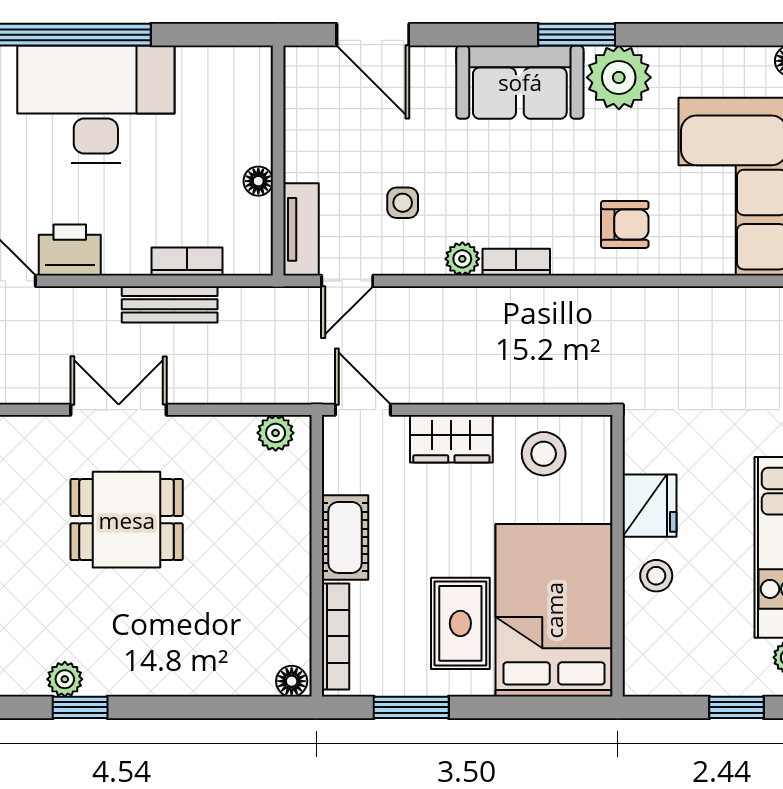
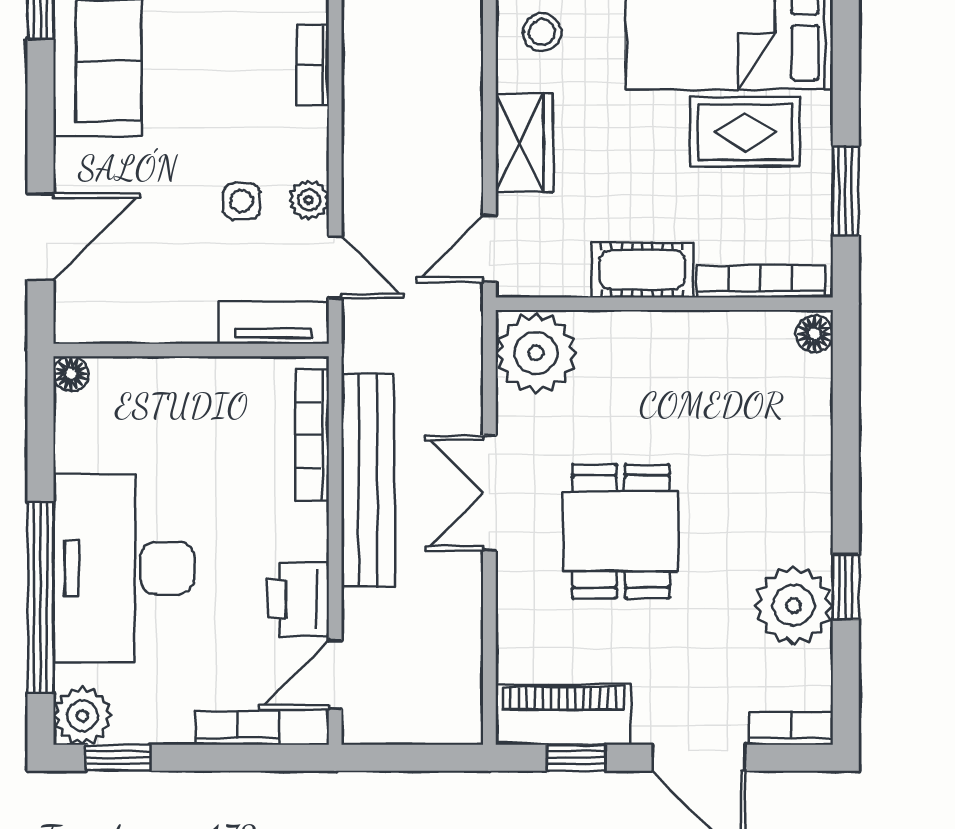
floor lamp: (258, 181) -> (71, 374), moved
plant: (462, 259) -> (309, 200), moved
bookcase: (187, 262) -> (312, 435), width x1.56
bench: (170, 304) -> (368, 480), width x1.86, depth x1.21
double door: (119, 410) -> (489, 493), moved
plant: (276, 433) -> (536, 353), width x1.88, depth x1.88
stool: (544, 454) -> (542, 32), width x0.73, depth x0.73
plant: (65, 679) -> (794, 605), width x1.88, depth x1.88

